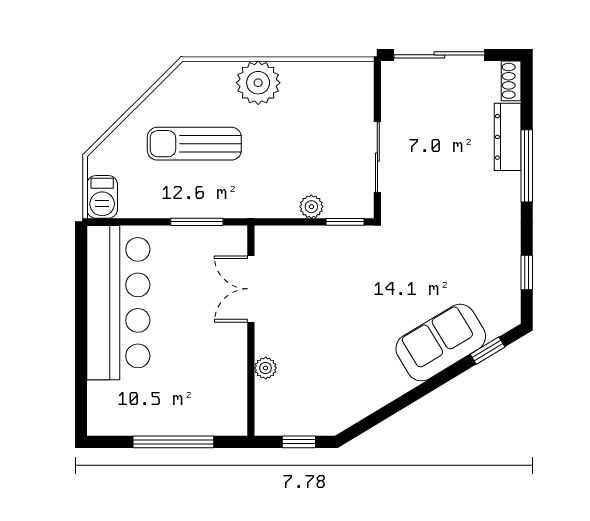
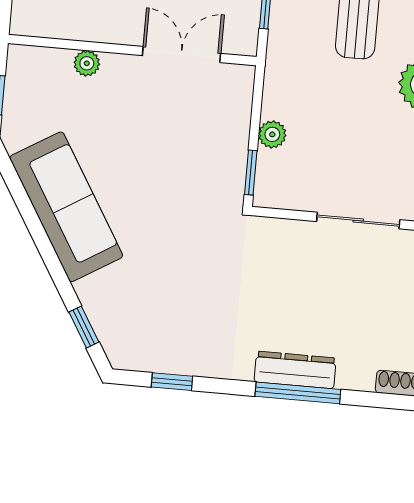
dresser: (508, 137) -> (295, 370), moved
sliding door: (377, 157) -> (358, 221), moved
sofa: (441, 343) -> (66, 207), moved, width x1.36

